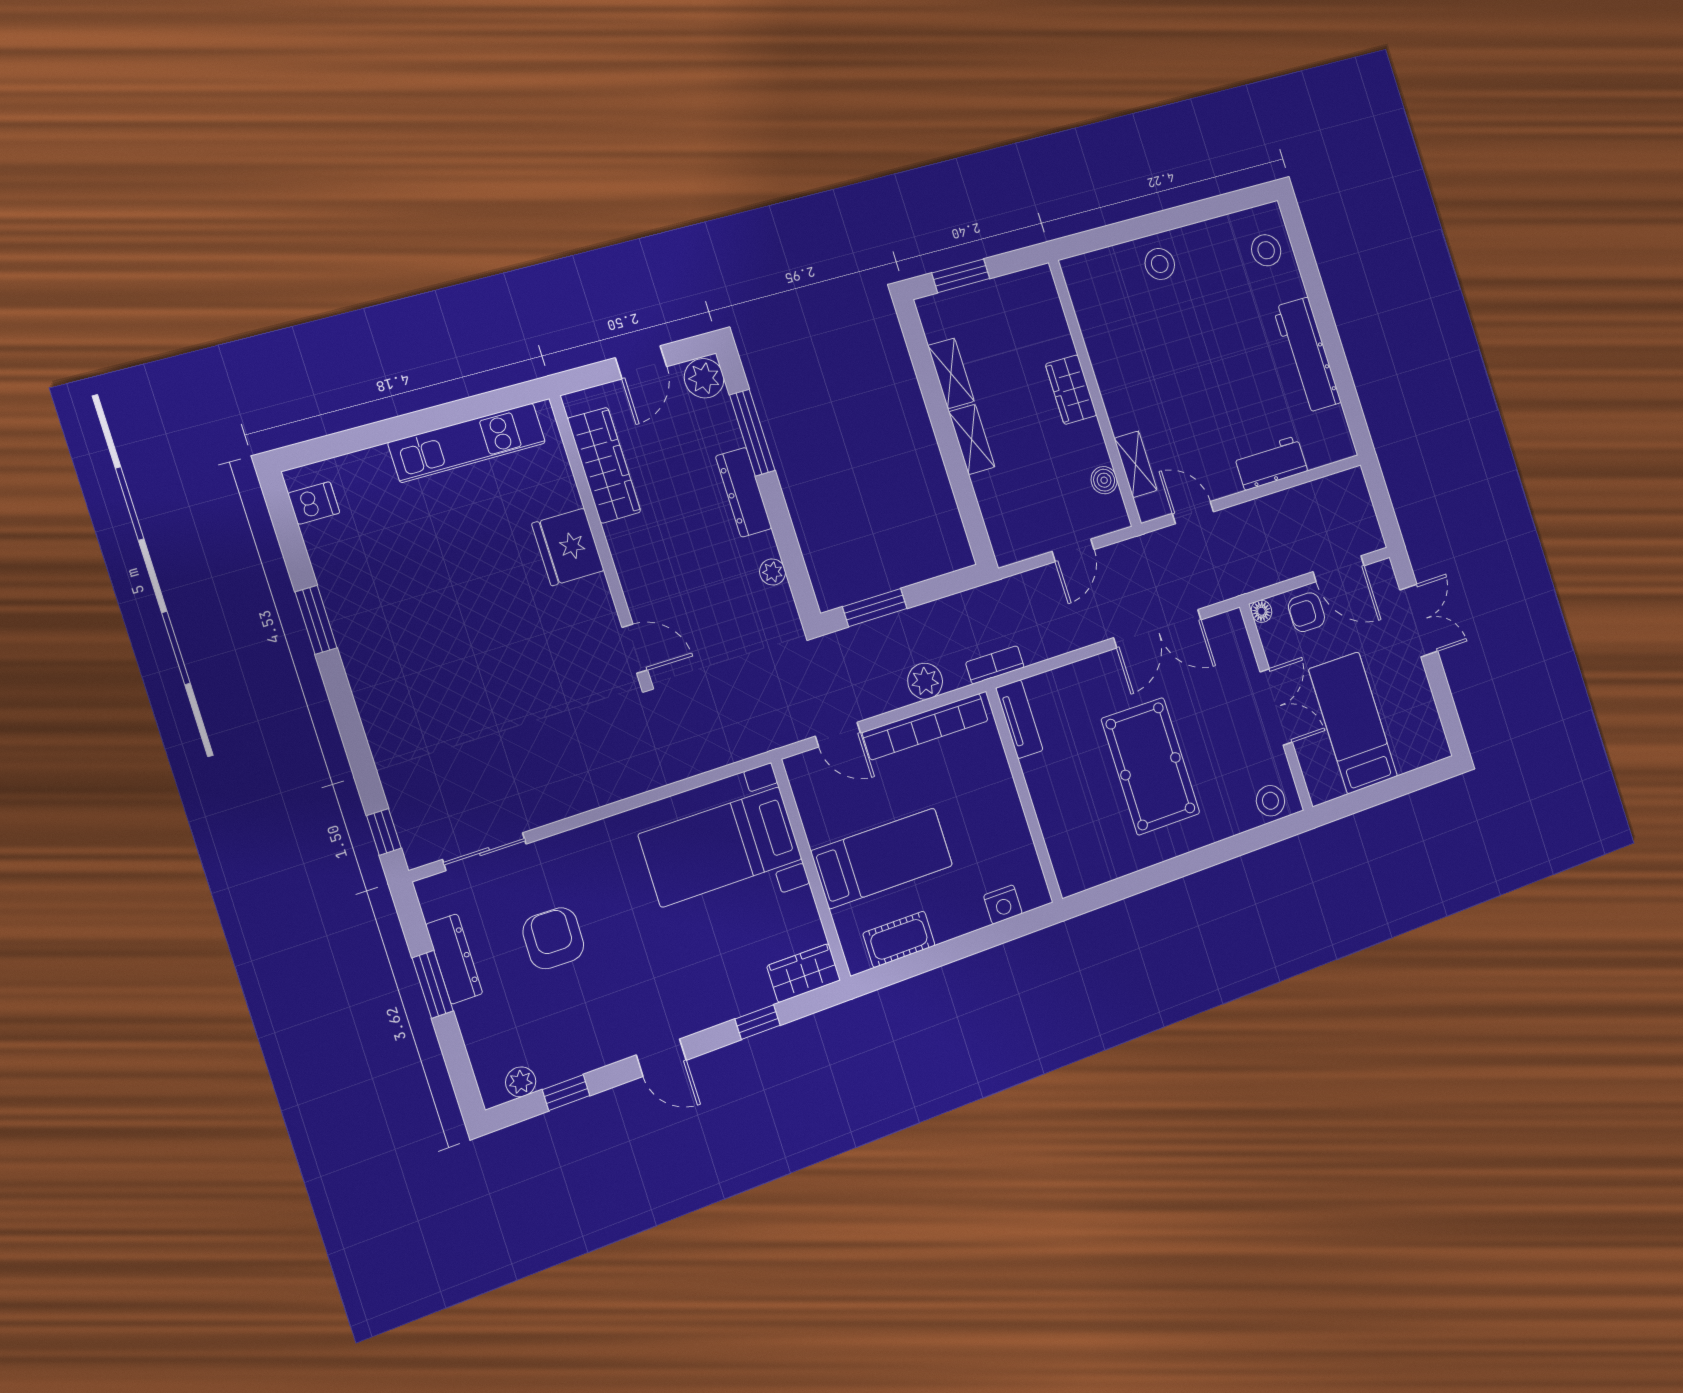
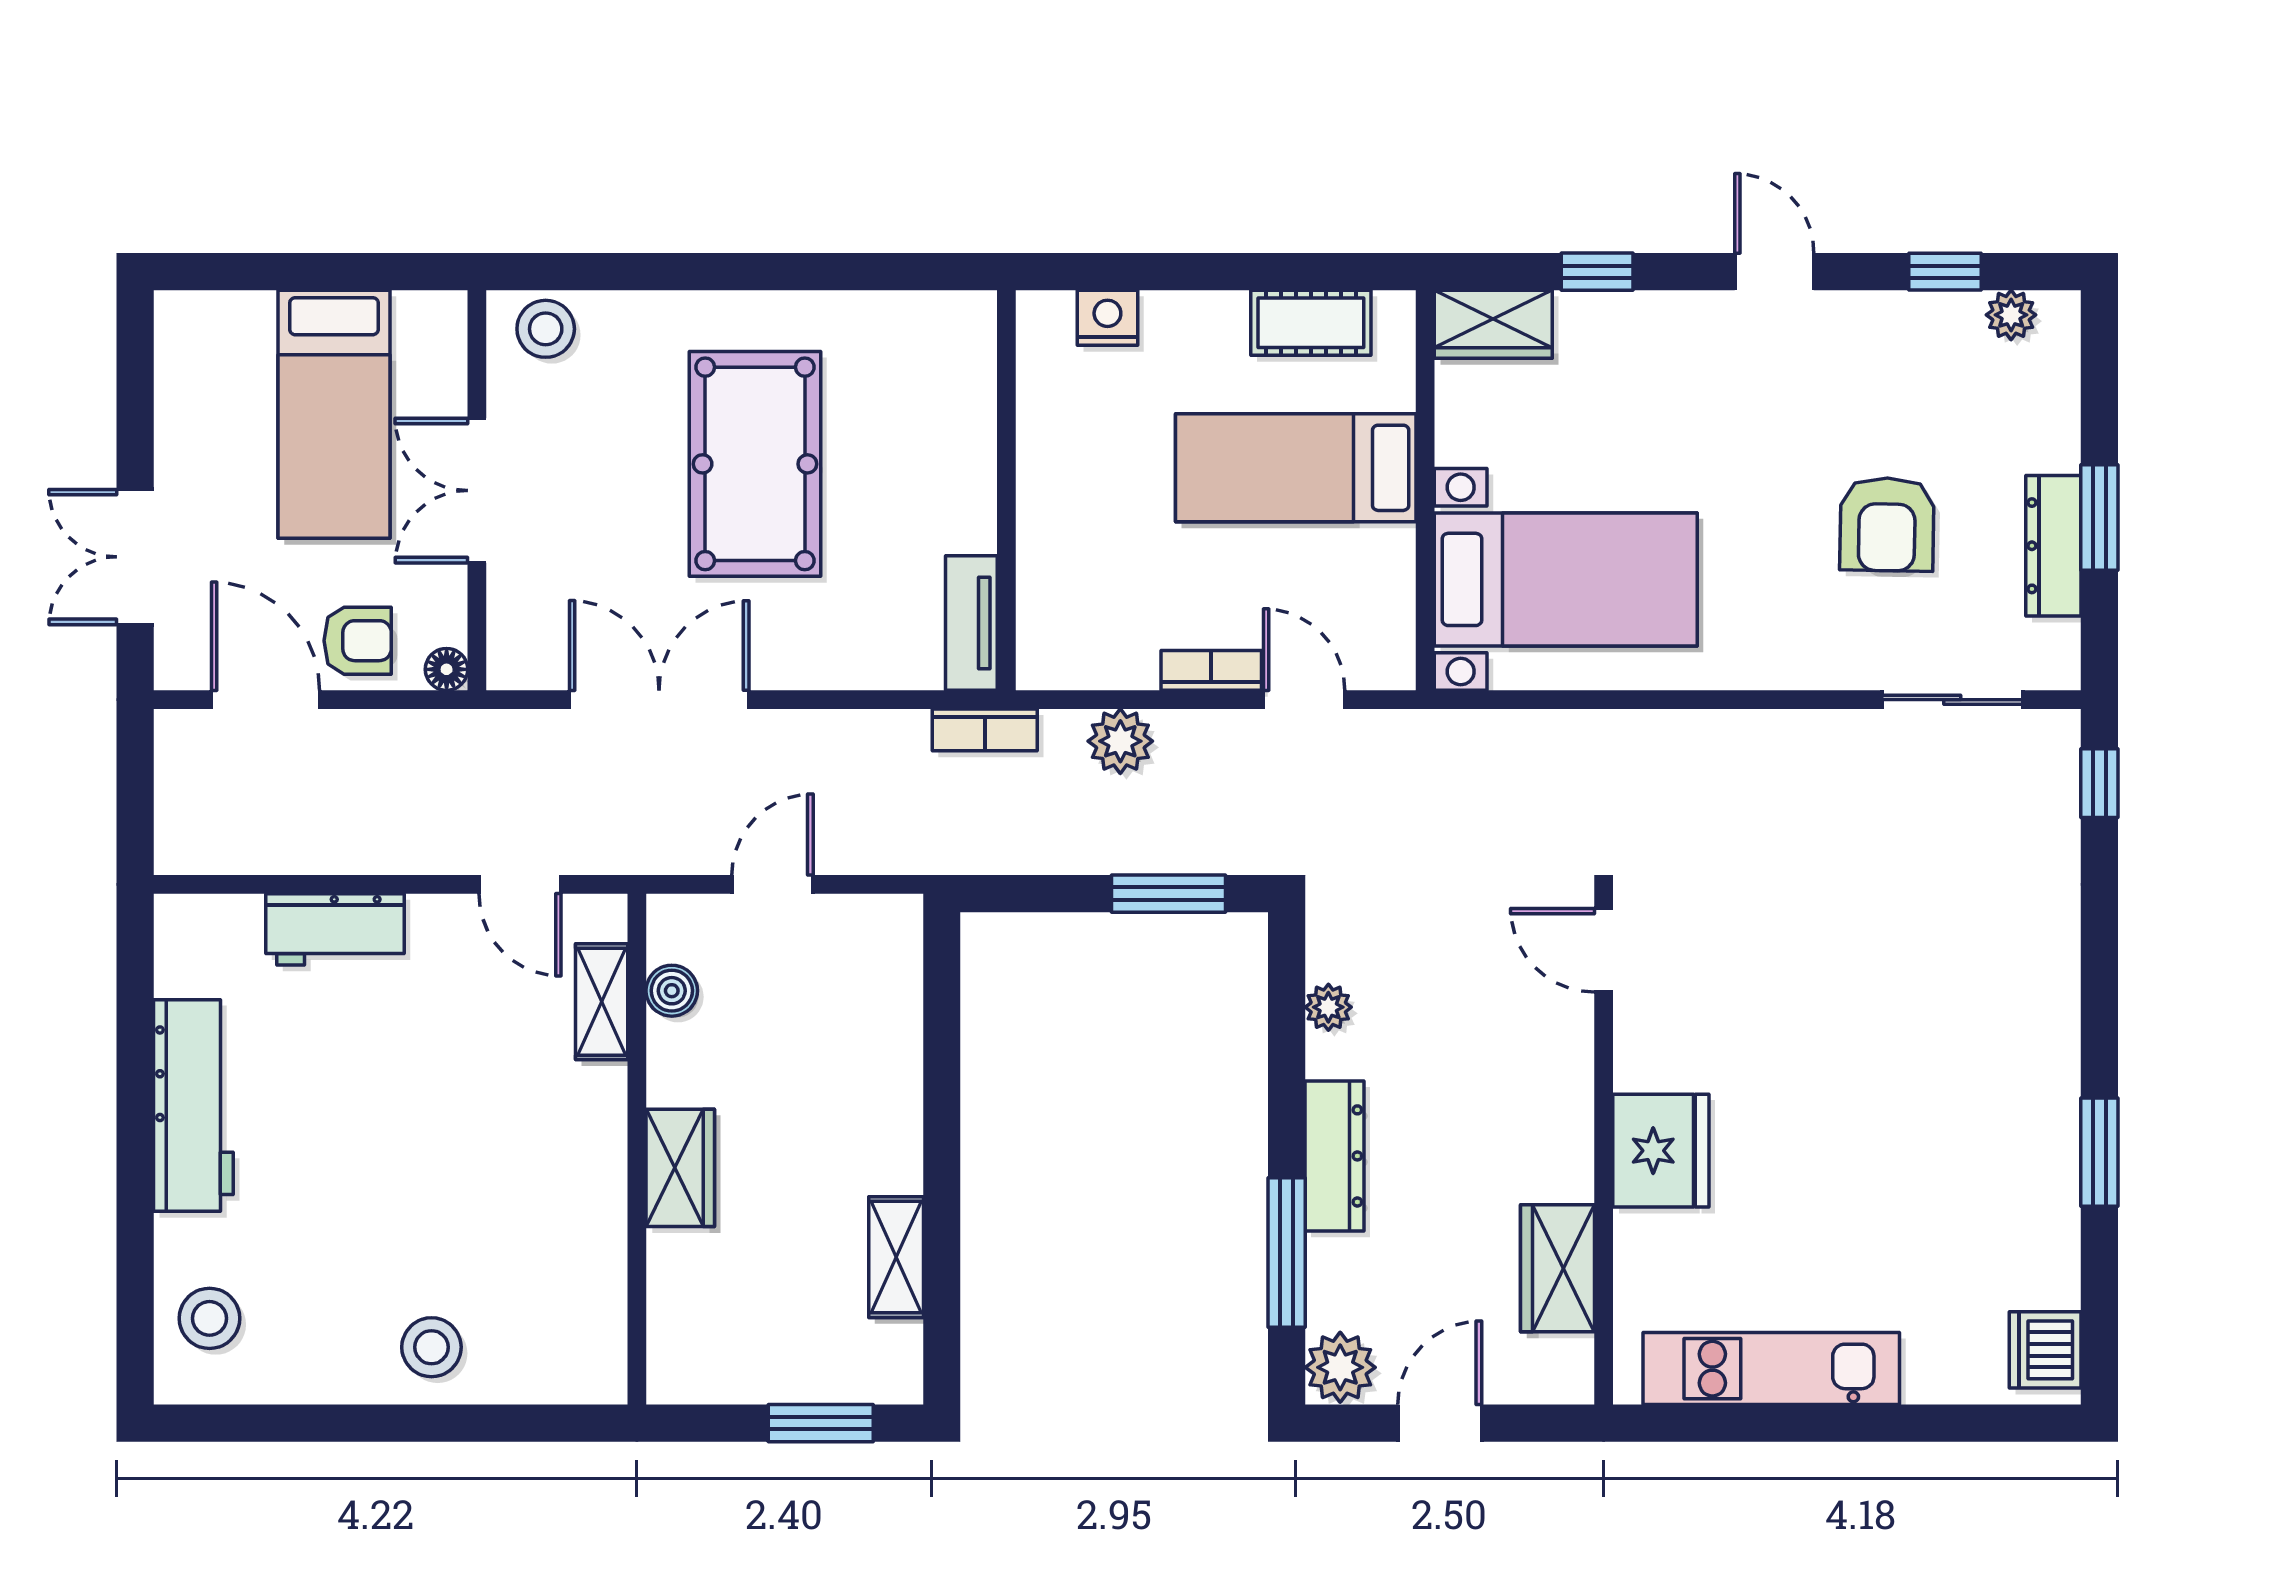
shelving: (972, 439) -> (896, 1132), removed
wardrobe: (604, 465) -> (1558, 1268), width x0.67
dishwasher: (314, 503) -> (2045, 1350), width x1.38
bookcase: (925, 727) -> (1211, 670), width x0.43, depth x0.76

